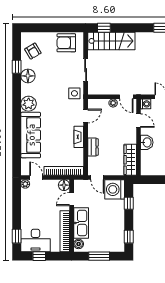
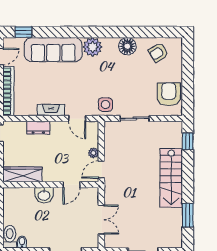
stairs: (111, 41) -> (171, 178), moved
window: (17, 67) -> (24, 32), moved
washing machine: (146, 104) -> (92, 194), removed

